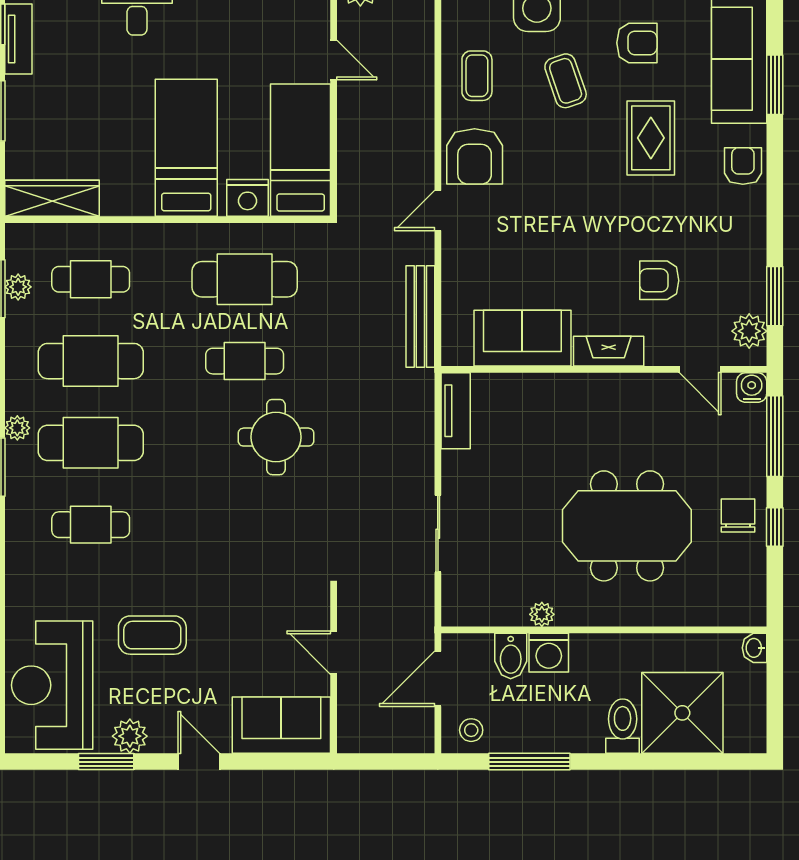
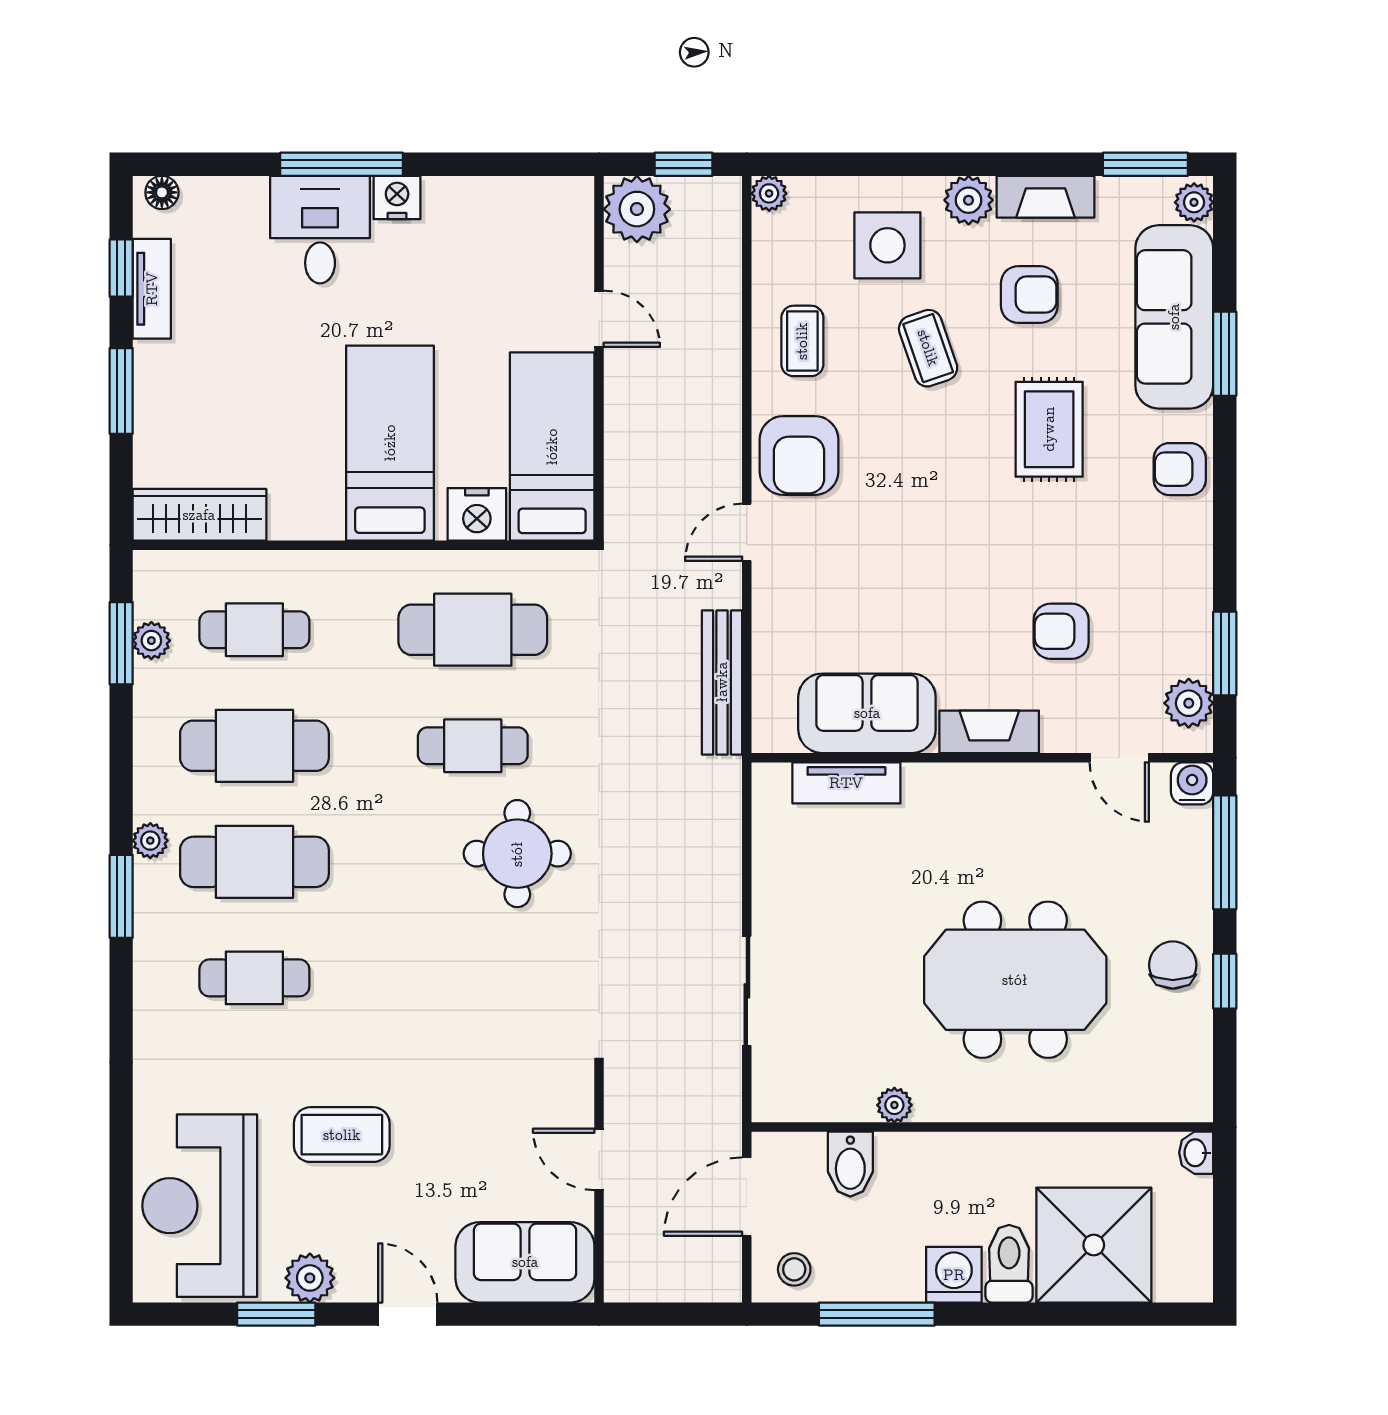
armchair: (743, 166) -> (1180, 469), turned -90
tv unit: (456, 411) -> (846, 783), moved, turned 90
washing machine: (549, 653) -> (954, 1275), moved, turned 180

